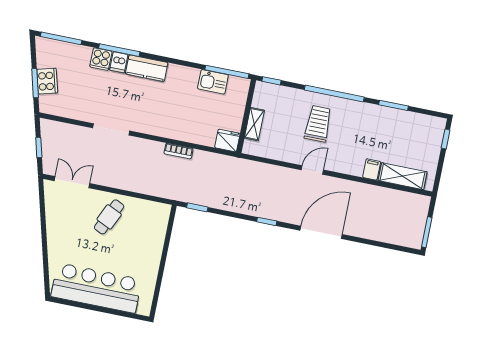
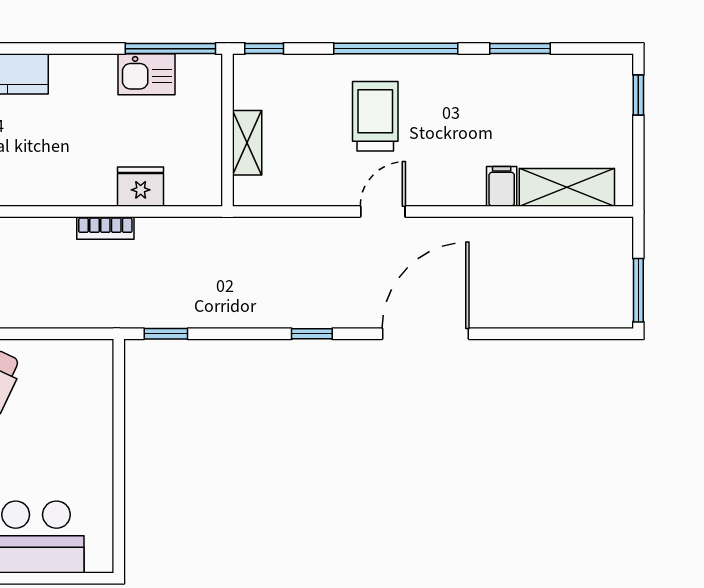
fridge: (227, 141) -> (141, 187), moved

